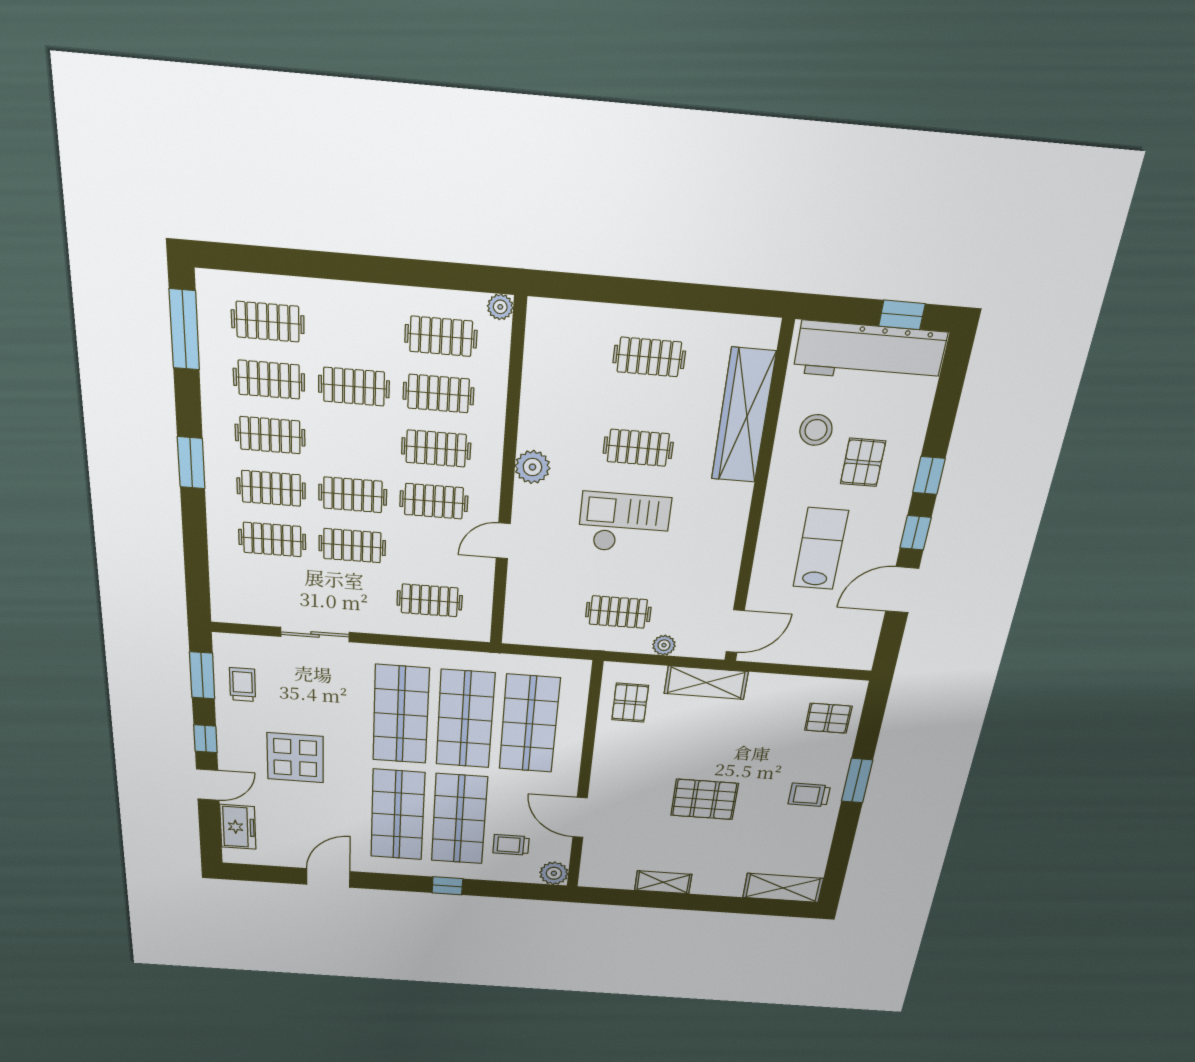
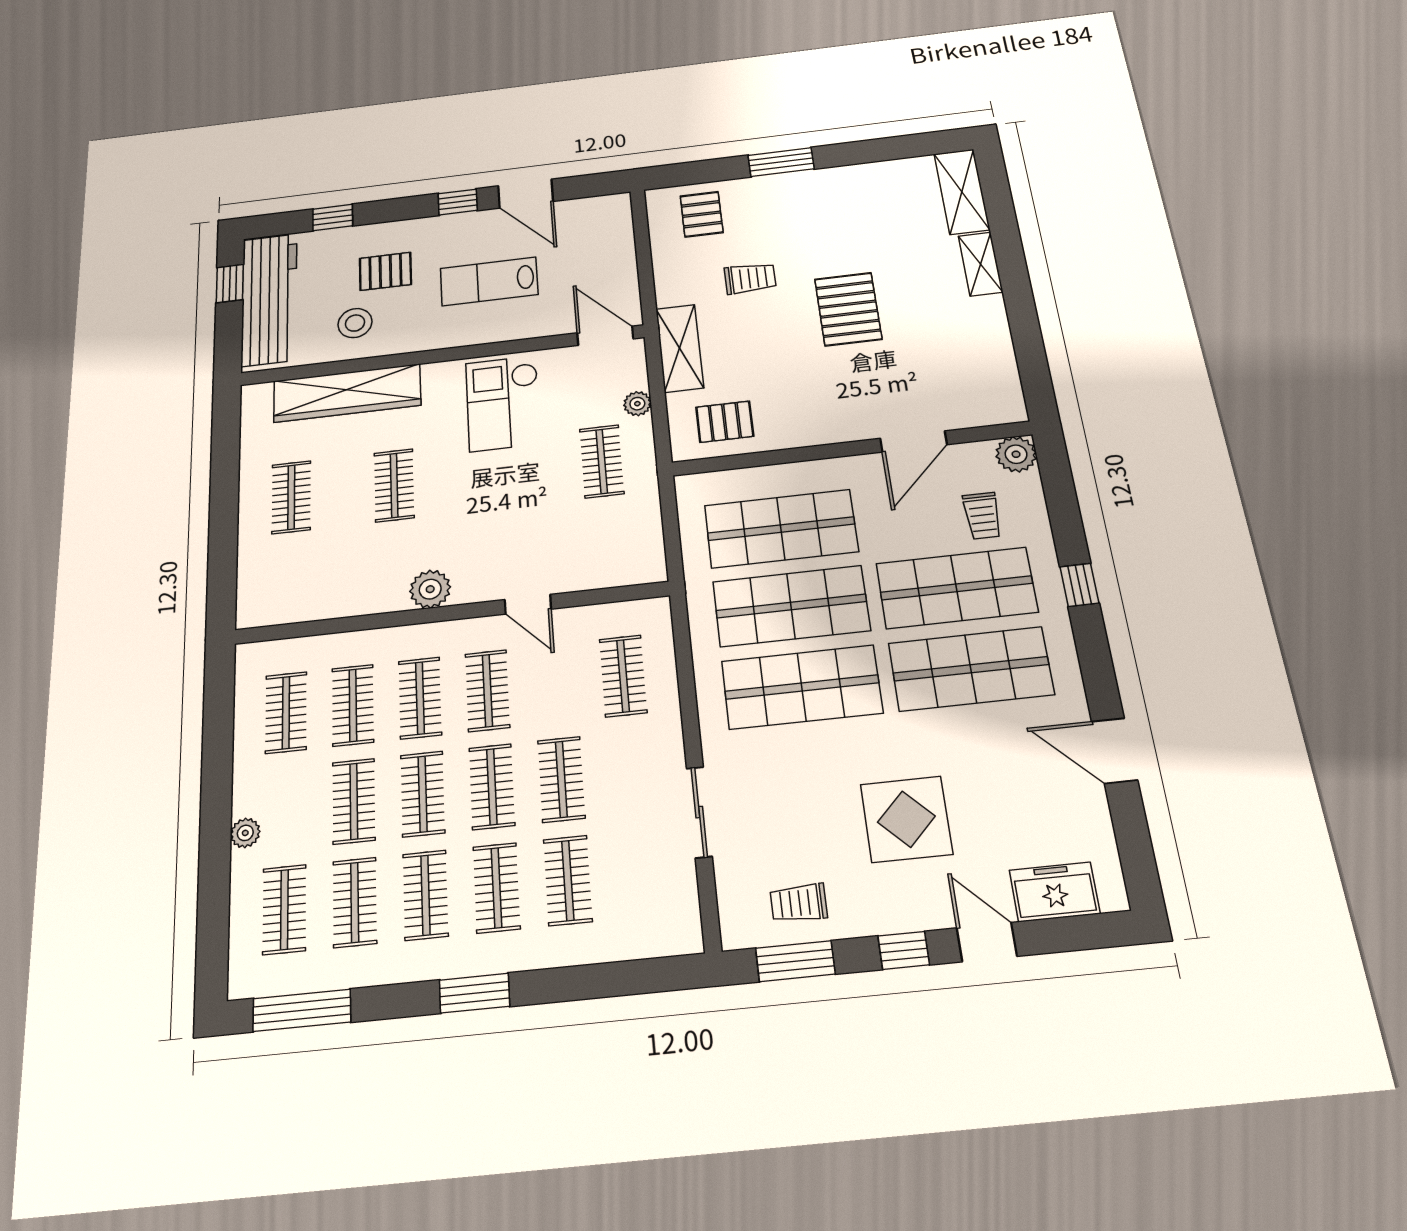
plant: (500, 307) -> (245, 833), moved
clothes rail: (353, 442) -> (423, 794), added
window: (929, 476) -> (333, 217), moved
checkout: (624, 523) -> (503, 403), moved
trolley: (809, 795) -> (750, 278), moved, turned -90
shelving: (663, 882) -> (981, 264), moved

